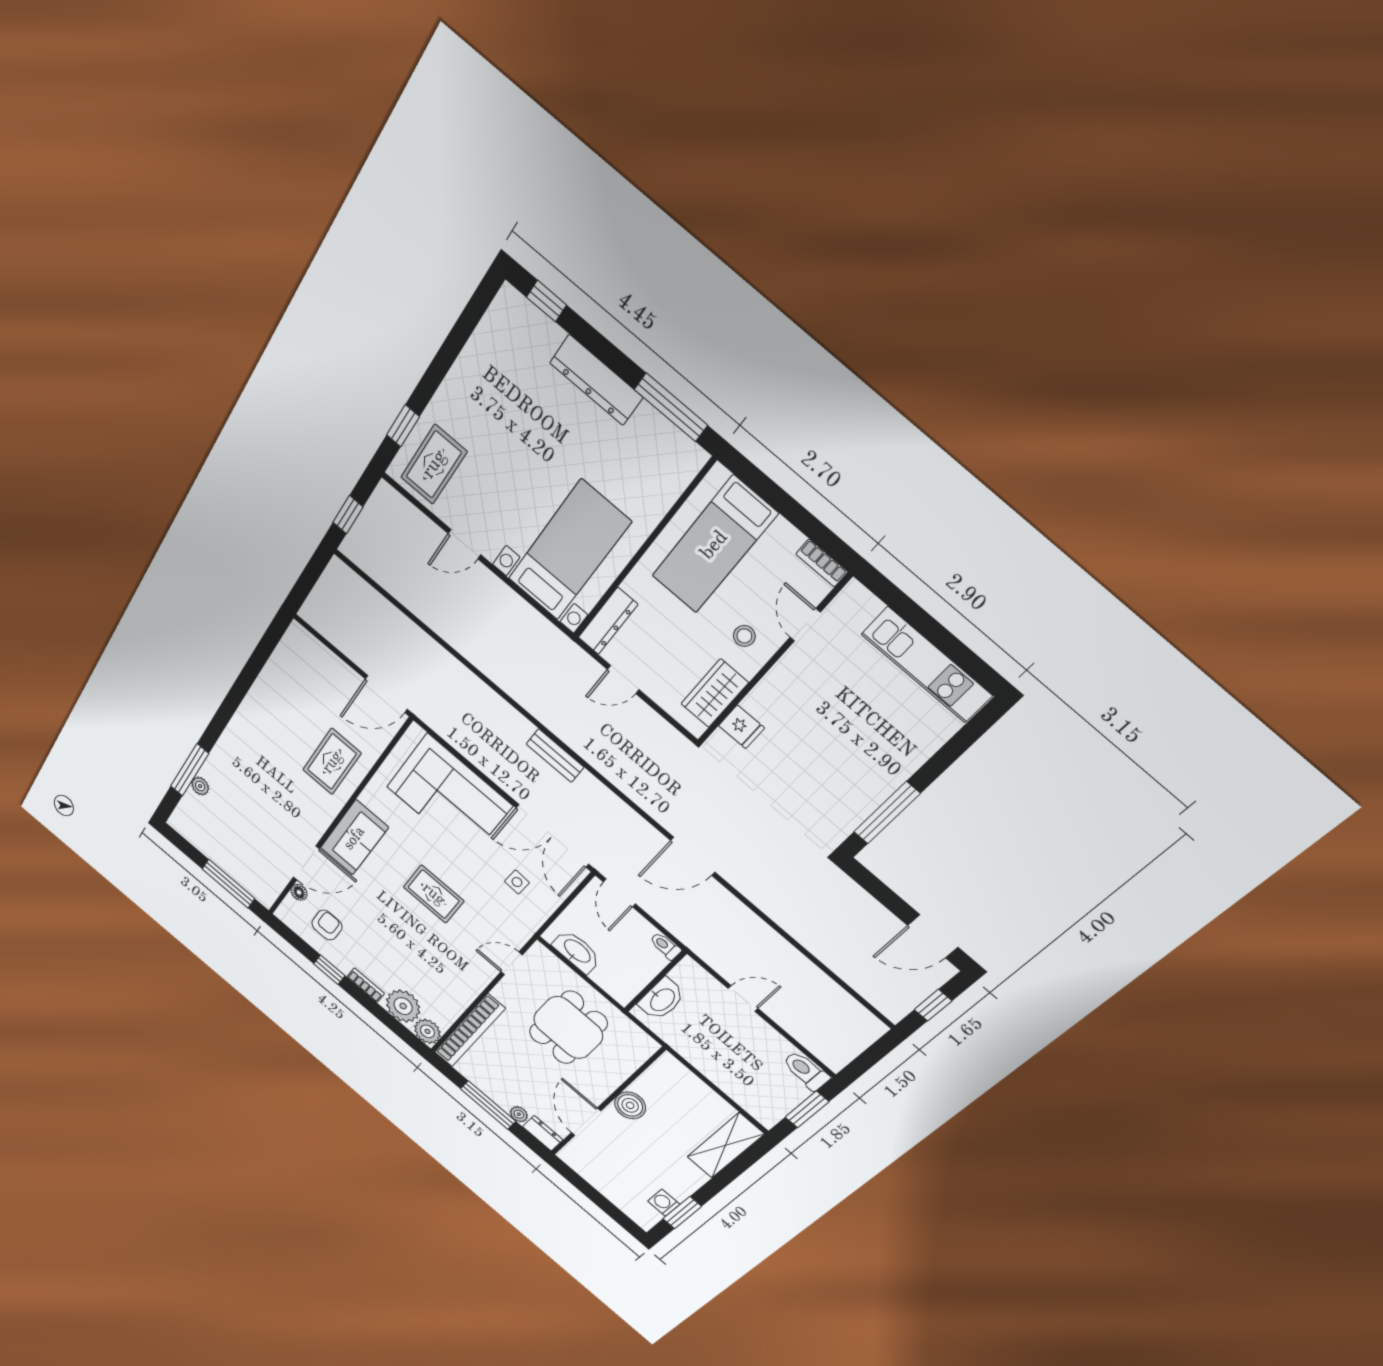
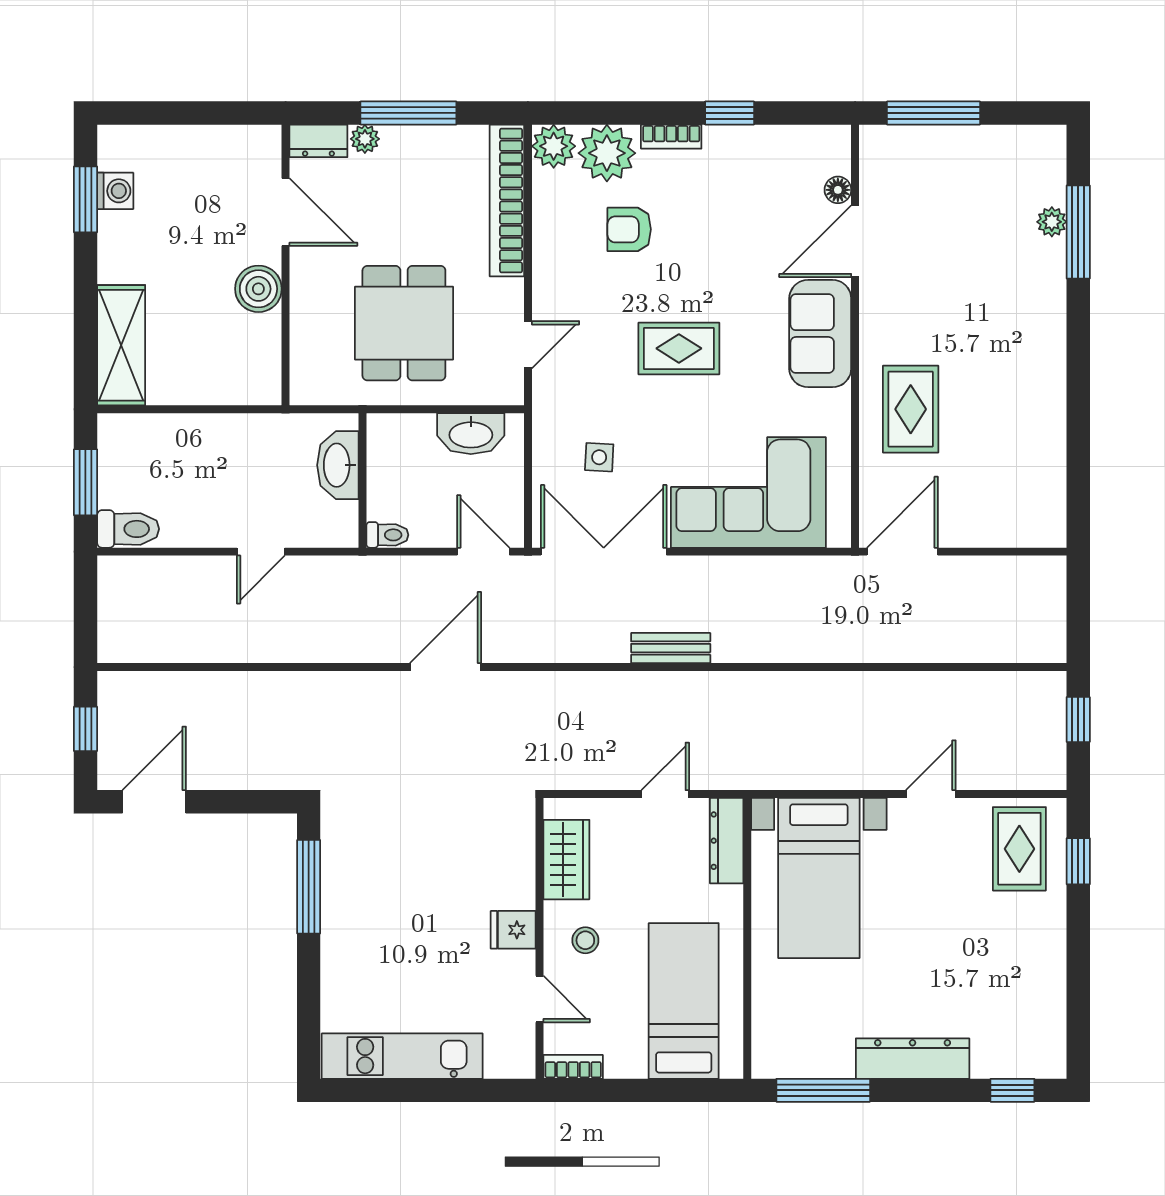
fridge: (742, 727) -> (513, 930), moved
armchair: (327, 925) -> (629, 229), moved, turned 90

